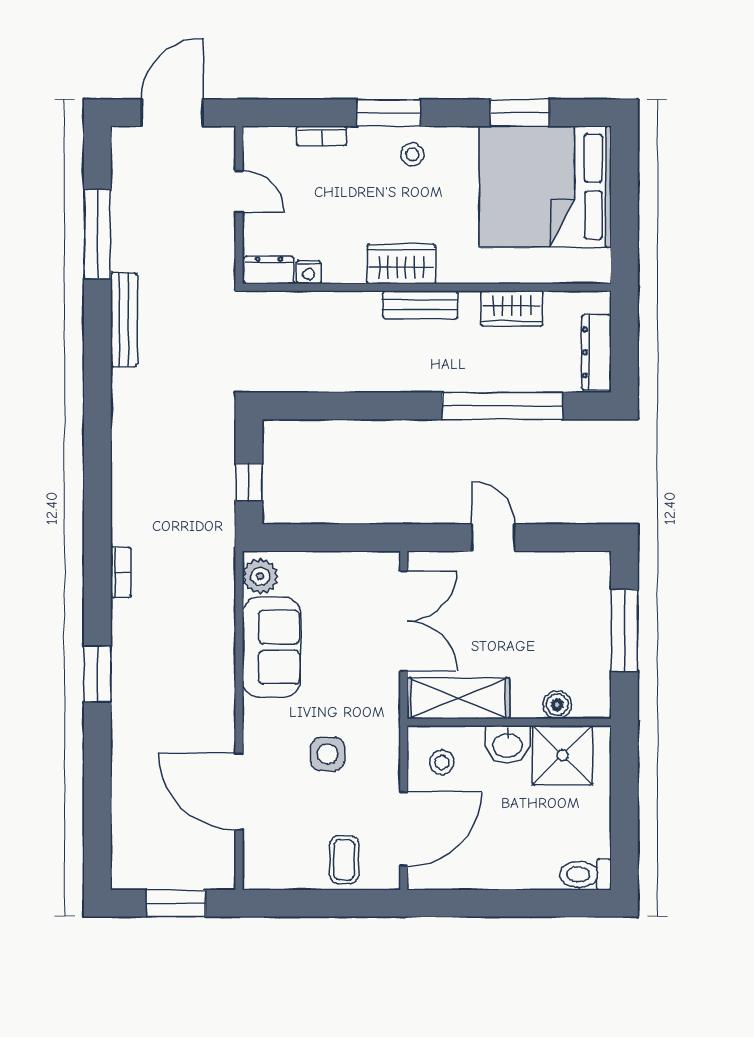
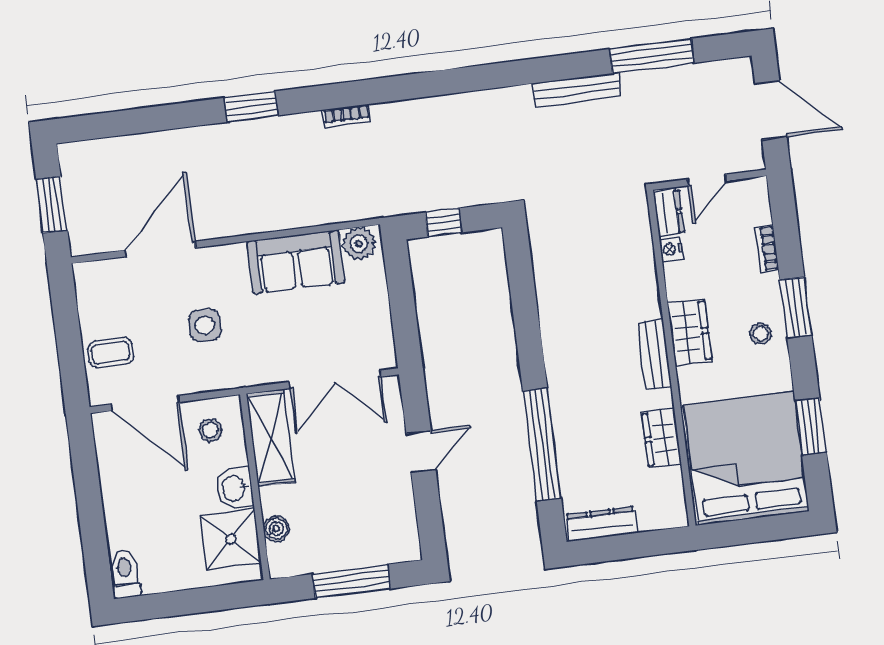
wardrobe: (401, 264) -> (689, 332), moved
dresser: (269, 270) -> (669, 213), moved
nightstand: (309, 272) -> (671, 249), moved
wall: (427, 287) -> (671, 358), moved
bench: (420, 305) -> (654, 354), moved
wardrobe: (512, 308) -> (662, 438), moved

